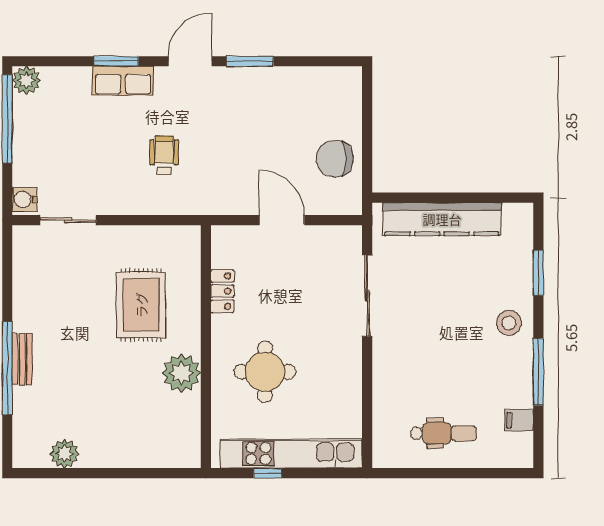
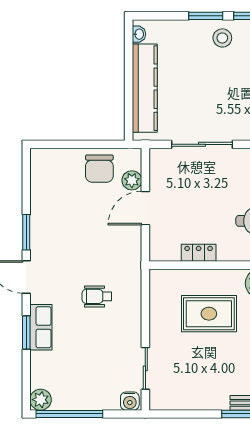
plant: (319, 202) -> (132, 180), added
washbasin: (514, 212) -> (139, 34), added
window: (538, 273) -> (206, 16), moved

